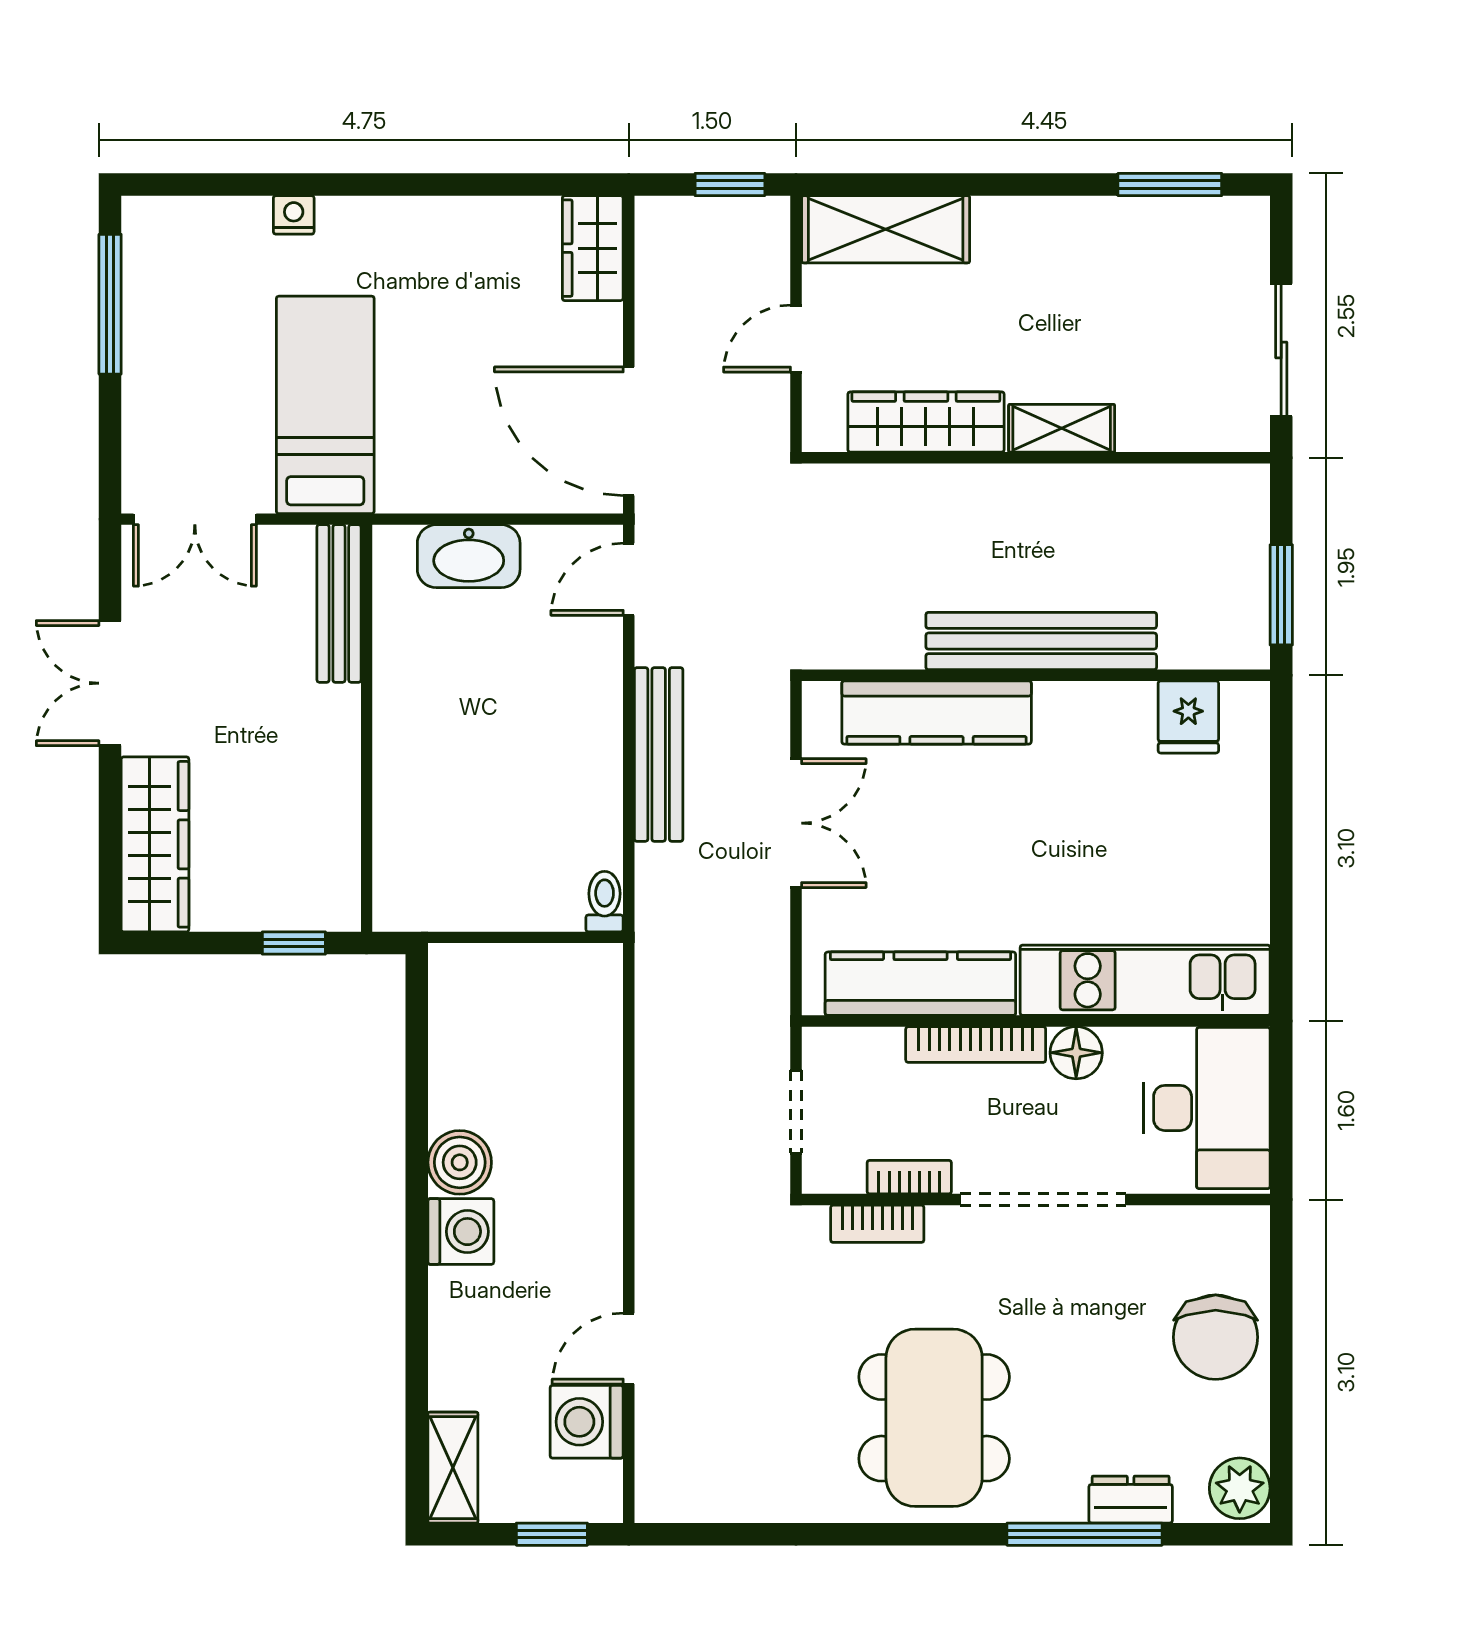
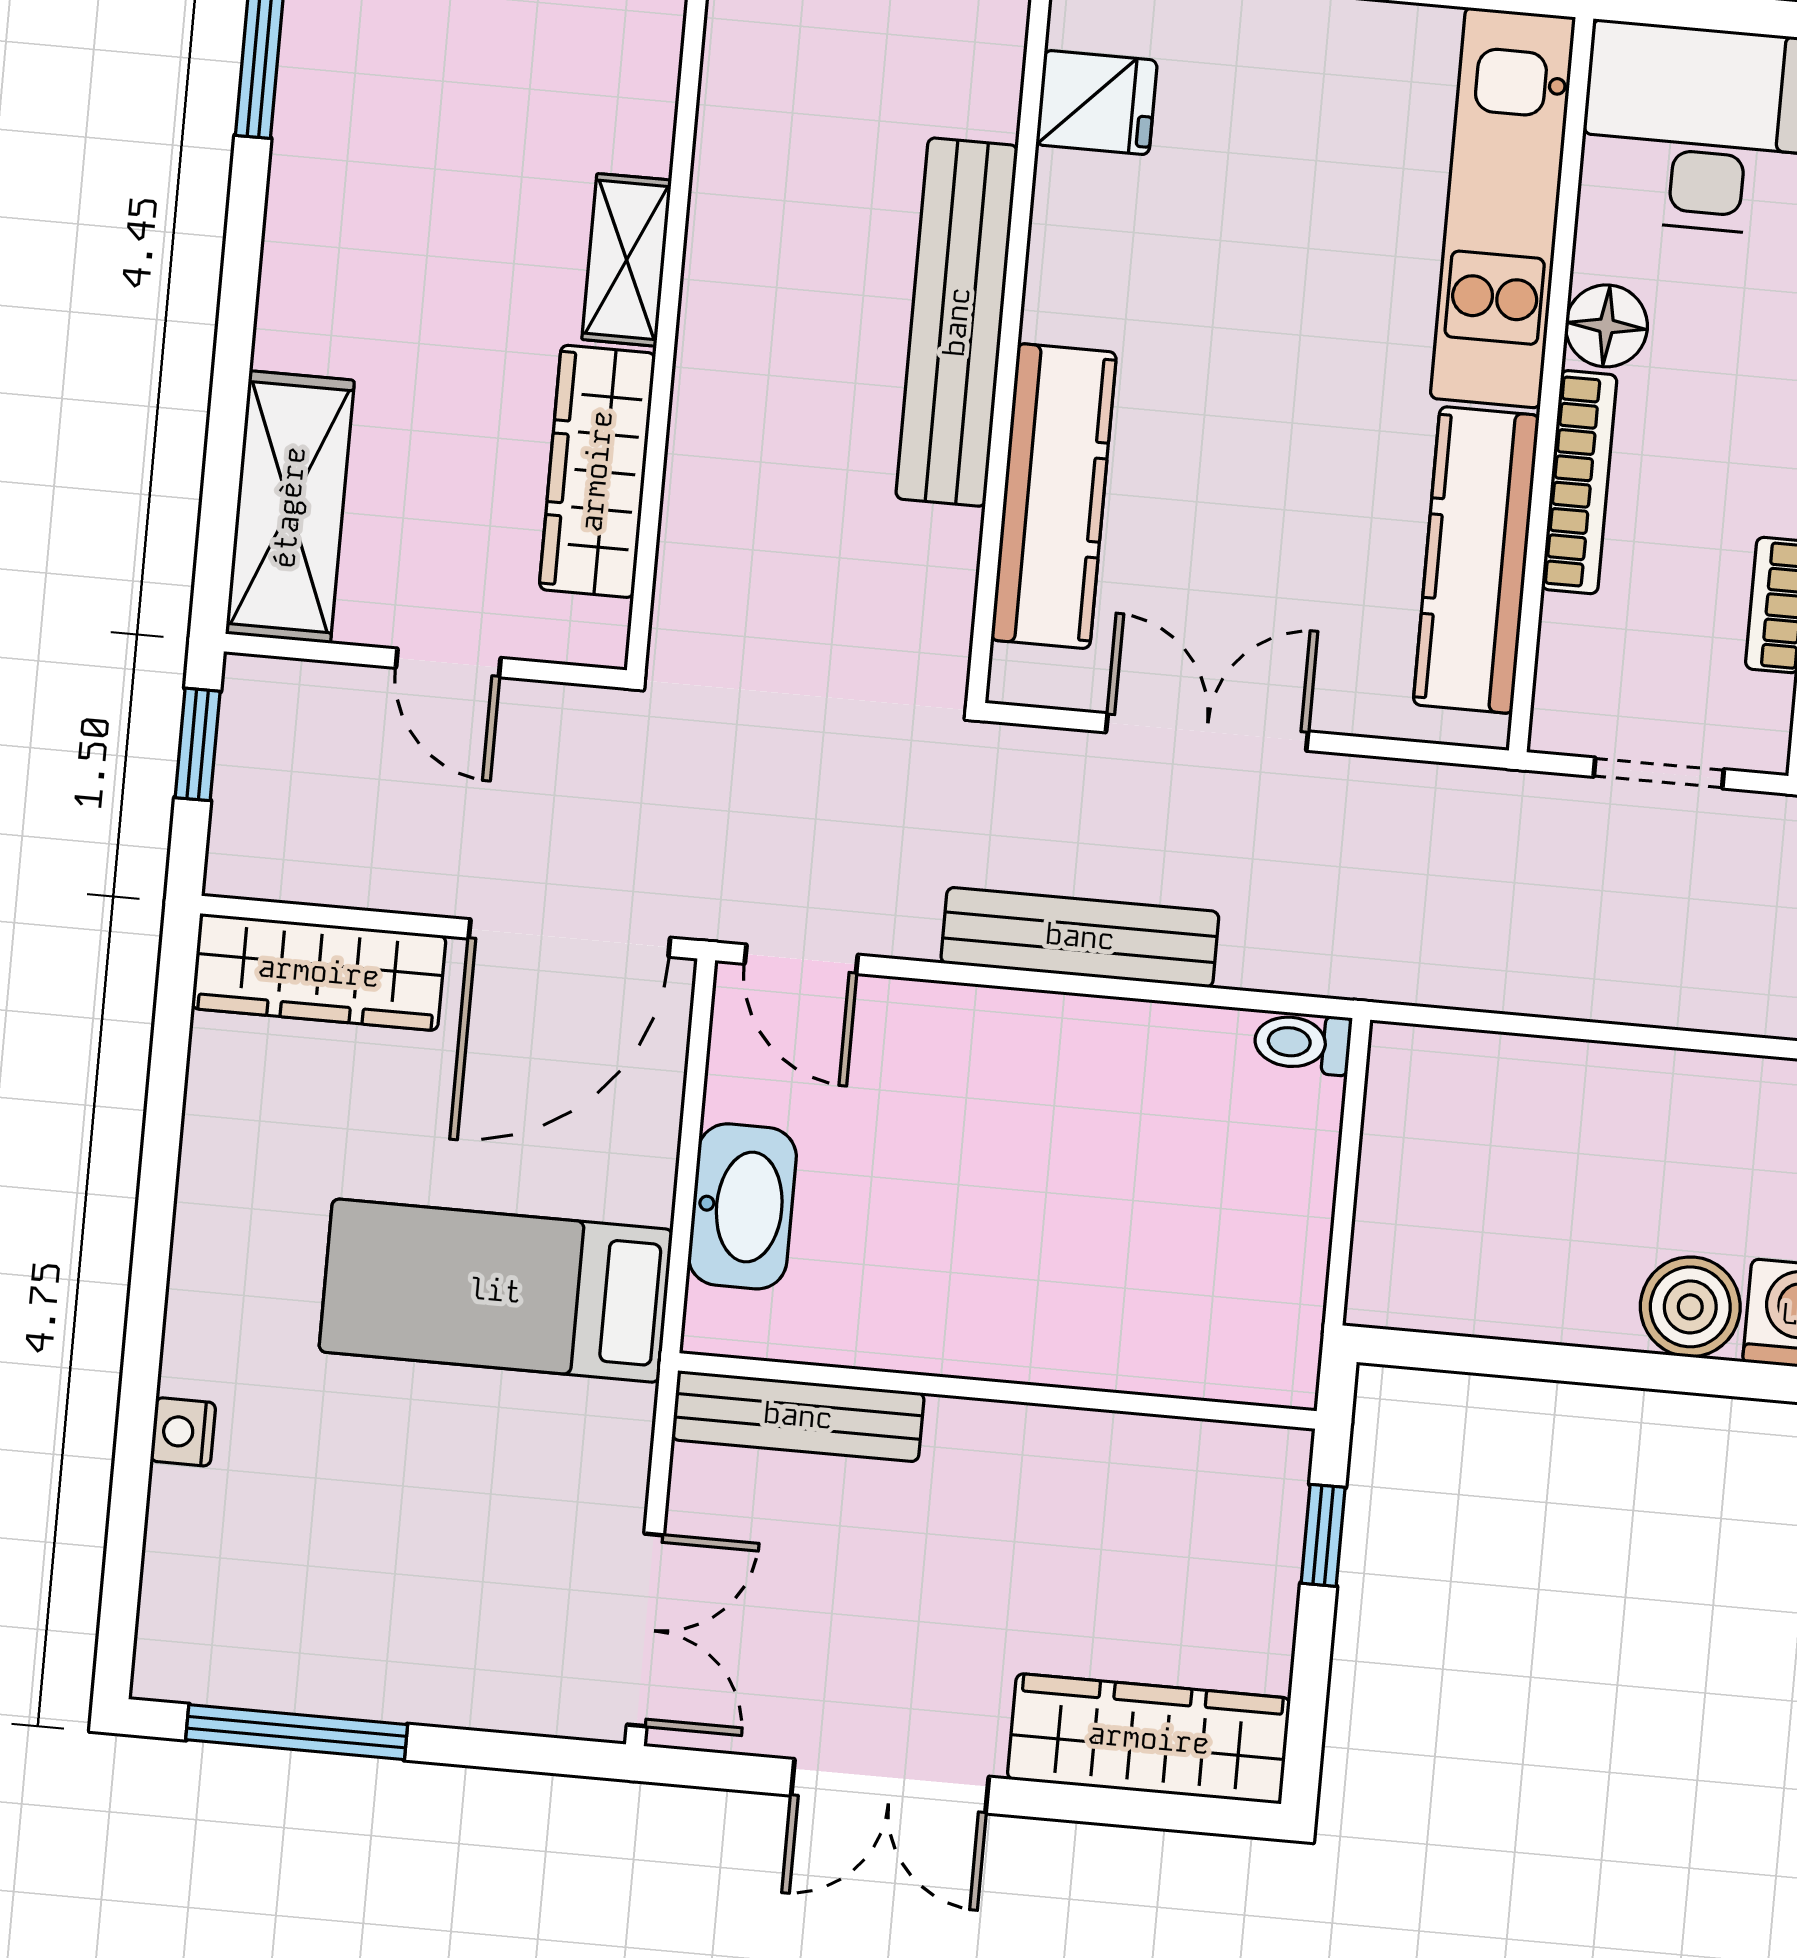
wardrobe: (593, 248) -> (319, 972), width x1.50
bed: (325, 405) -> (496, 1291), moved

